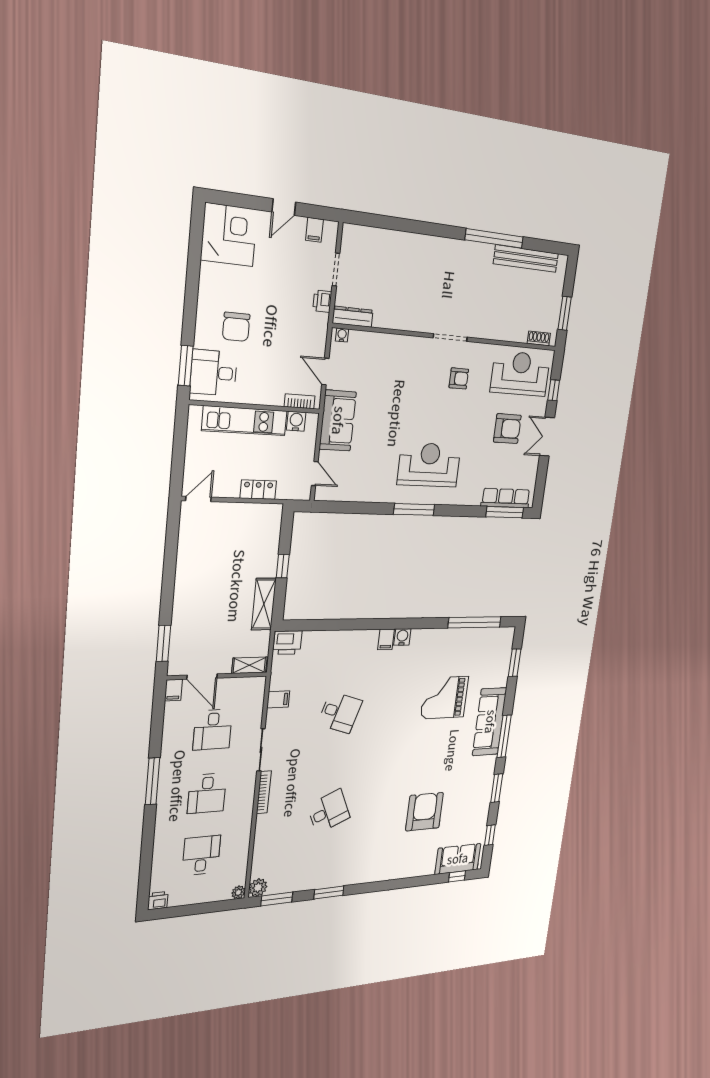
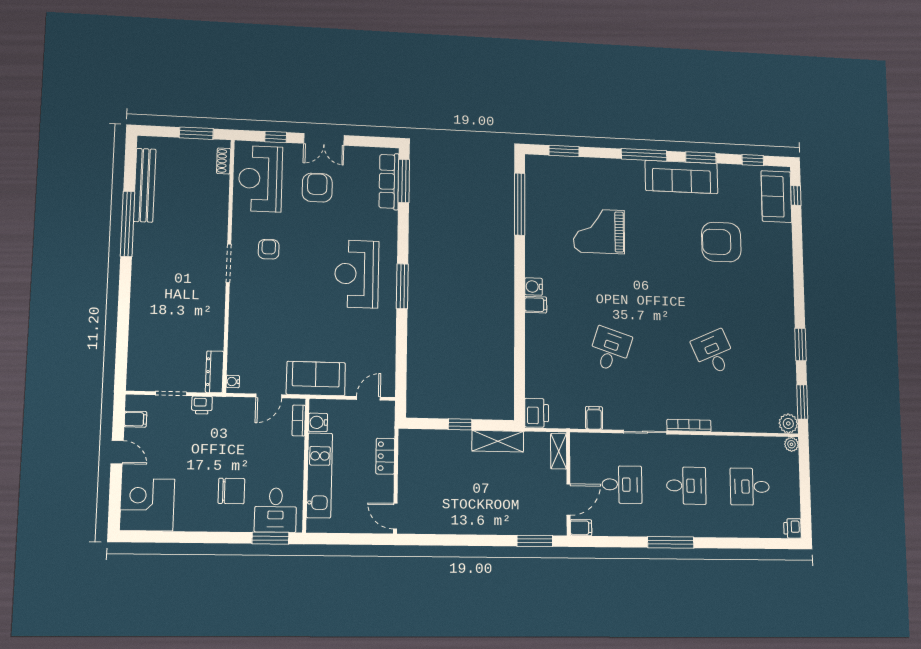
grand piano: (444, 698) -> (599, 231), turned 90
sofa: (490, 722) -> (681, 177), moved

